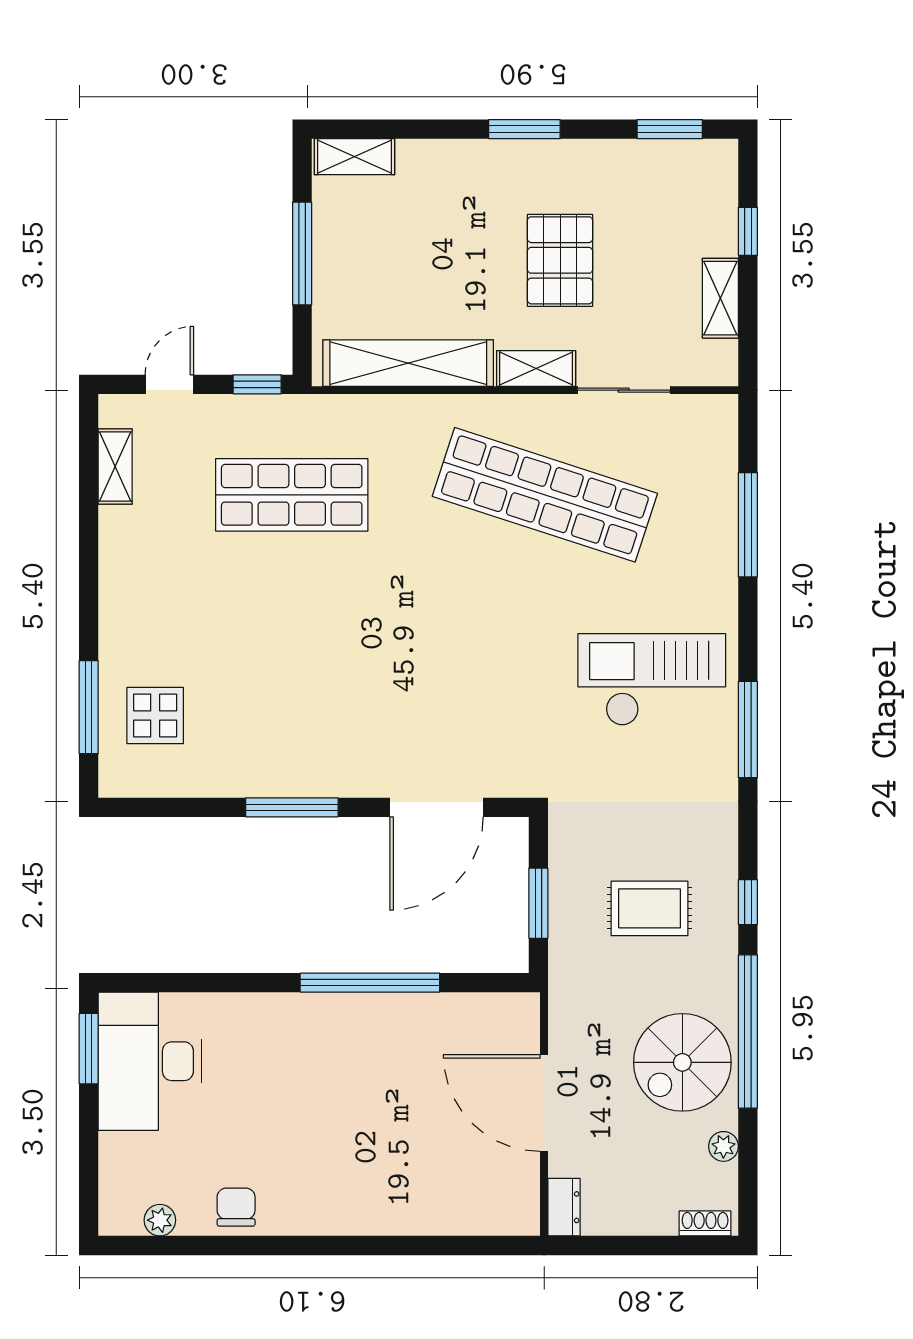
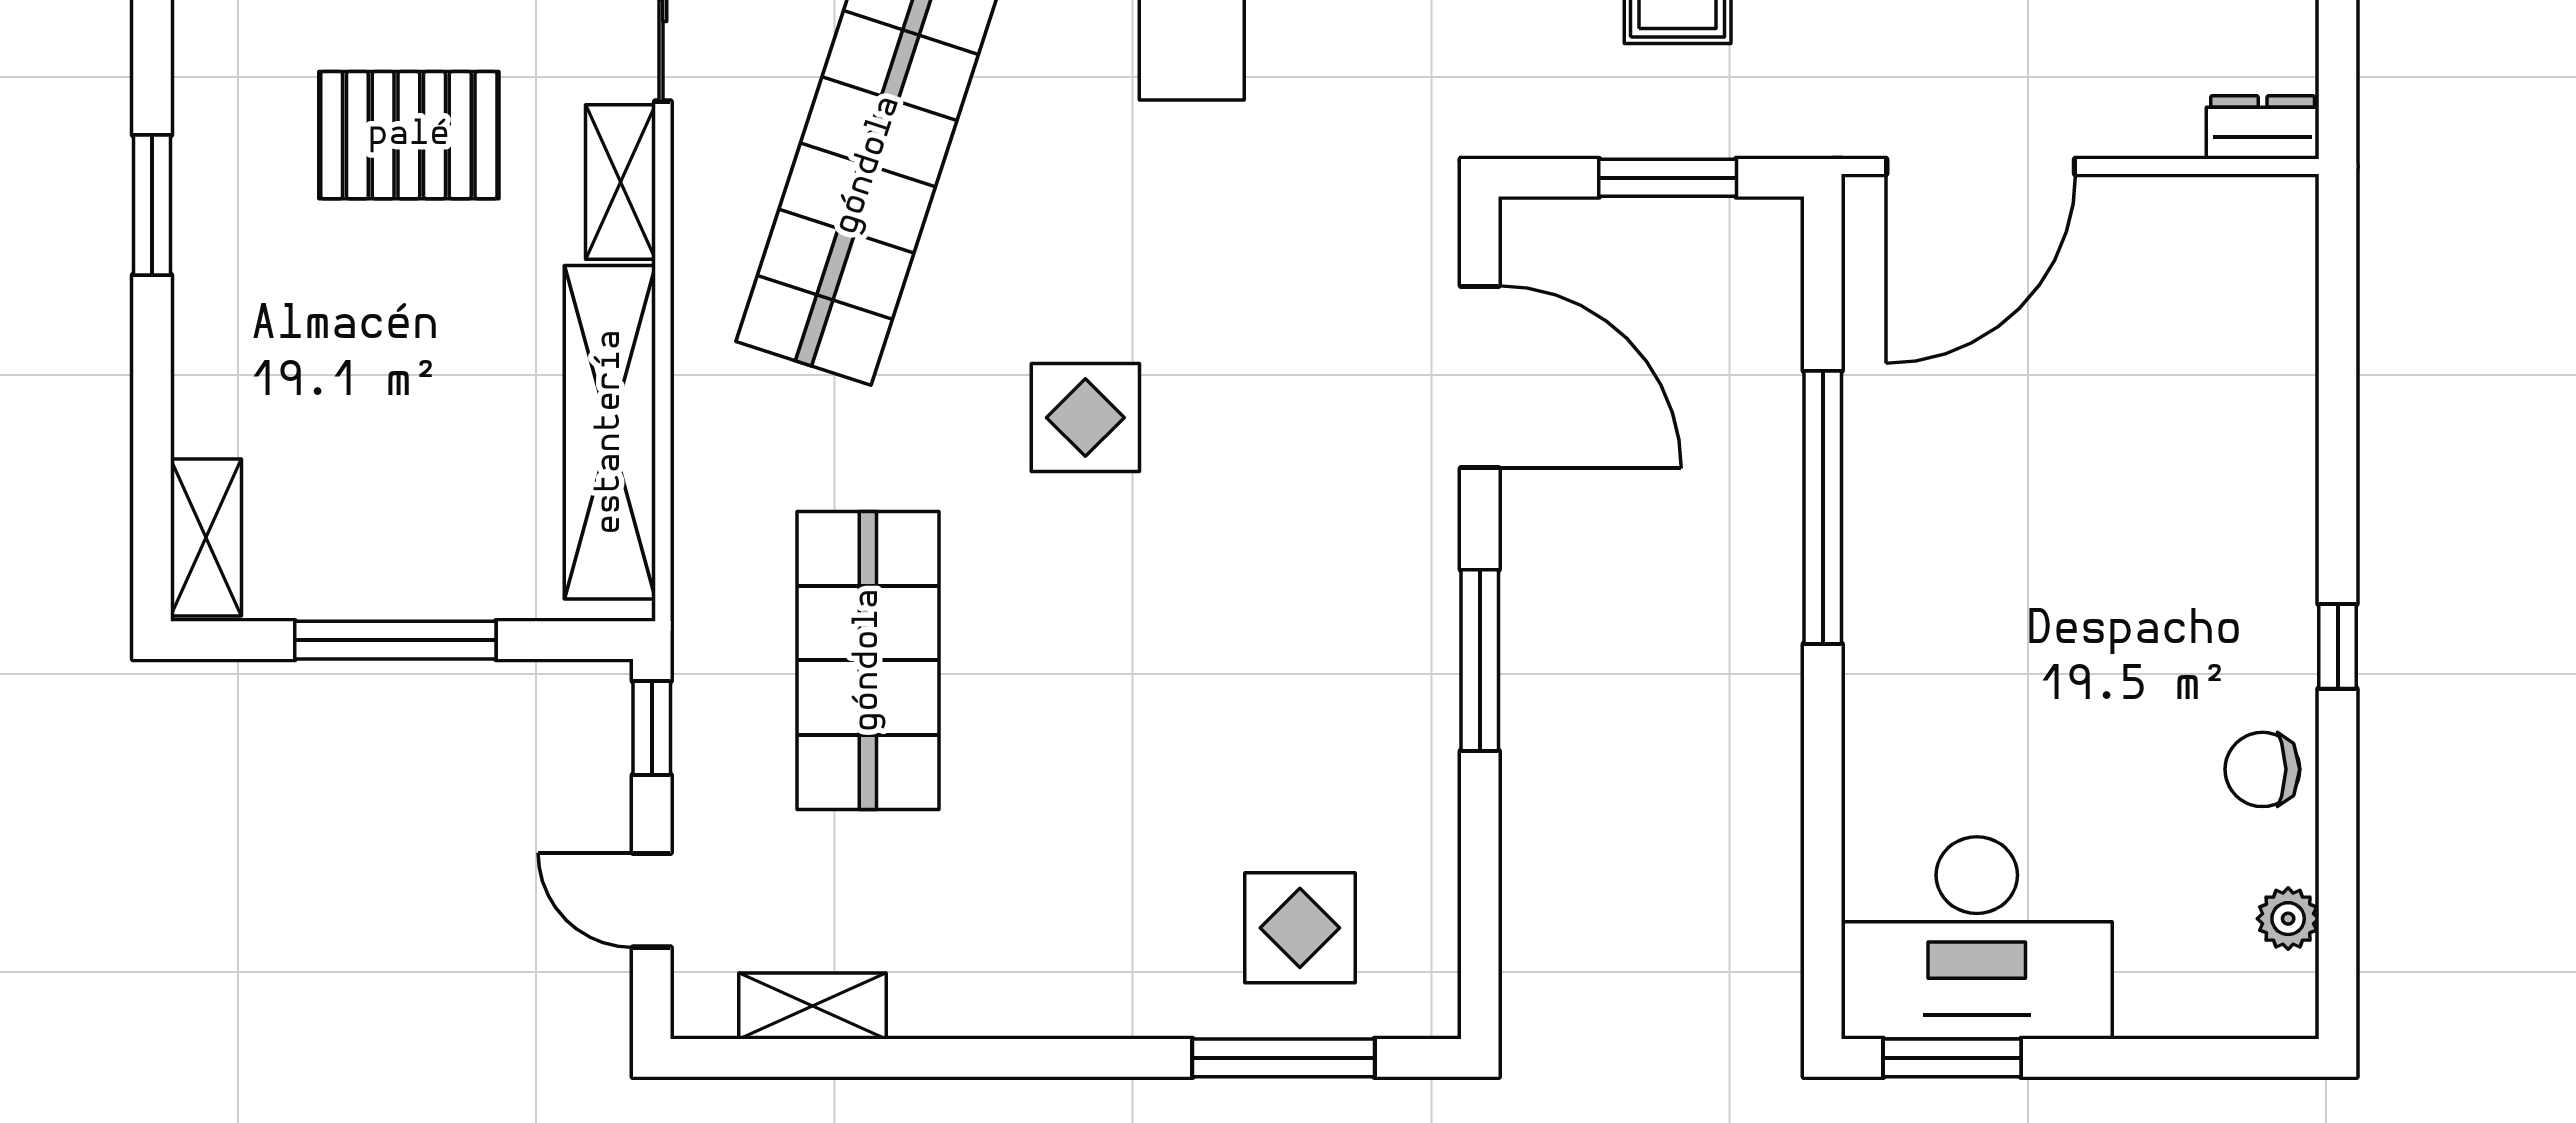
display table: (416, 606) -> (1085, 418), added
door: (544, 1103) -> (1981, 166), moved
window: (299, 1245) -> (2338, 646), added

